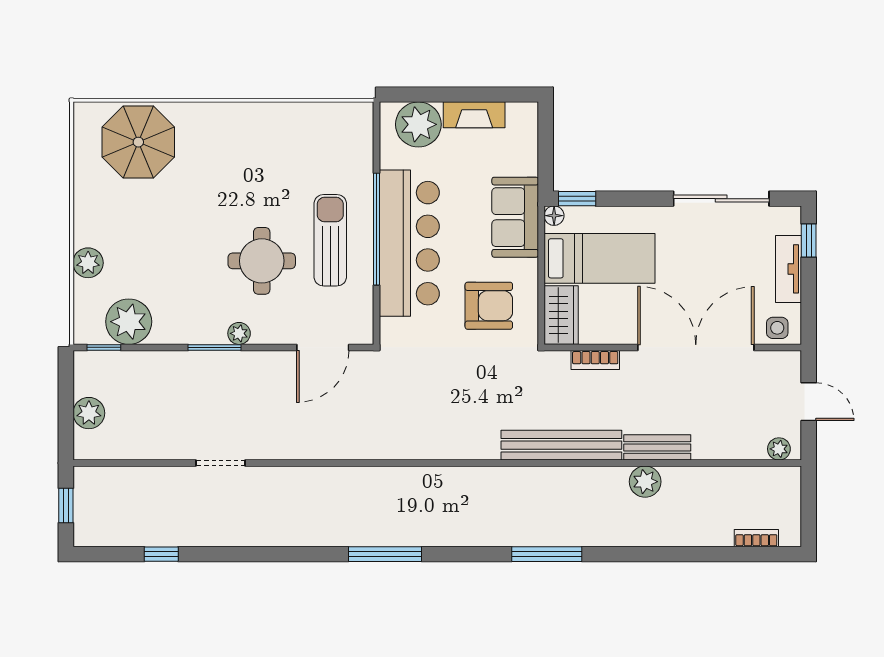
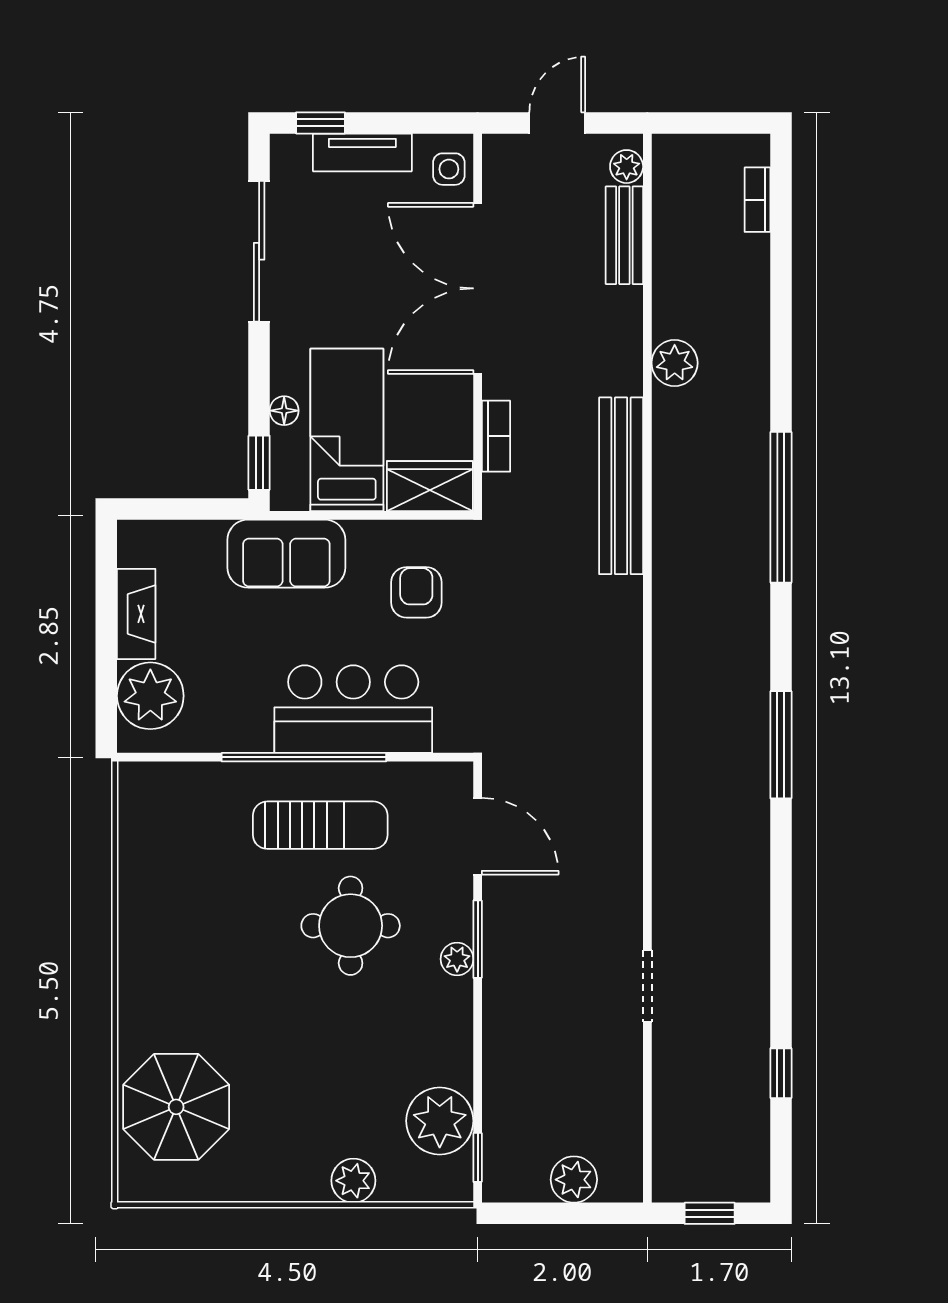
floor lamp: (554, 216) -> (284, 411), moved
sun lounger: (330, 240) -> (320, 825), turned 180
bar counter: (409, 243) -> (353, 709), width x0.73
armchair: (489, 306) -> (416, 592), width x0.72, depth x0.72
window: (214, 347) -> (478, 939), moved
bench: (657, 447) -> (624, 235), moved
window: (547, 554) -> (781, 507), width x1.46

